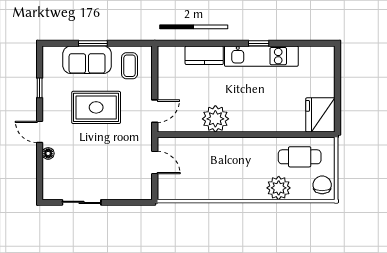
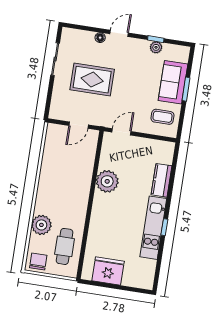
plant: (49, 86) -> (156, 47), added
rug: (96, 107) -> (92, 80), moved, turned 90
door: (155, 111) -> (121, 132), swing flipped
fridge: (320, 115) -> (108, 271), moved
chair: (322, 185) -> (38, 262), turned -90

